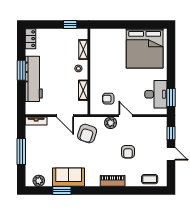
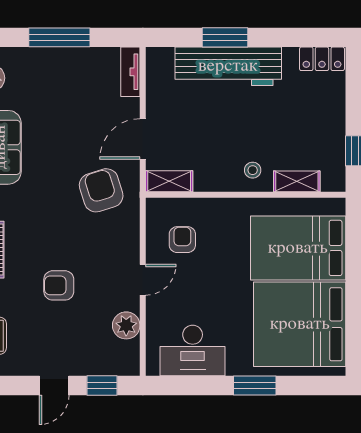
bed: (112, 49) -> (298, 248), added
window: (21, 70) -> (225, 37), moved
shelving: (83, 90) -> (169, 181), moved
window: (171, 98) -> (255, 385), moved
plant: (111, 123) -> (126, 325), moved
armchair: (87, 134) -> (101, 190), turned 54

